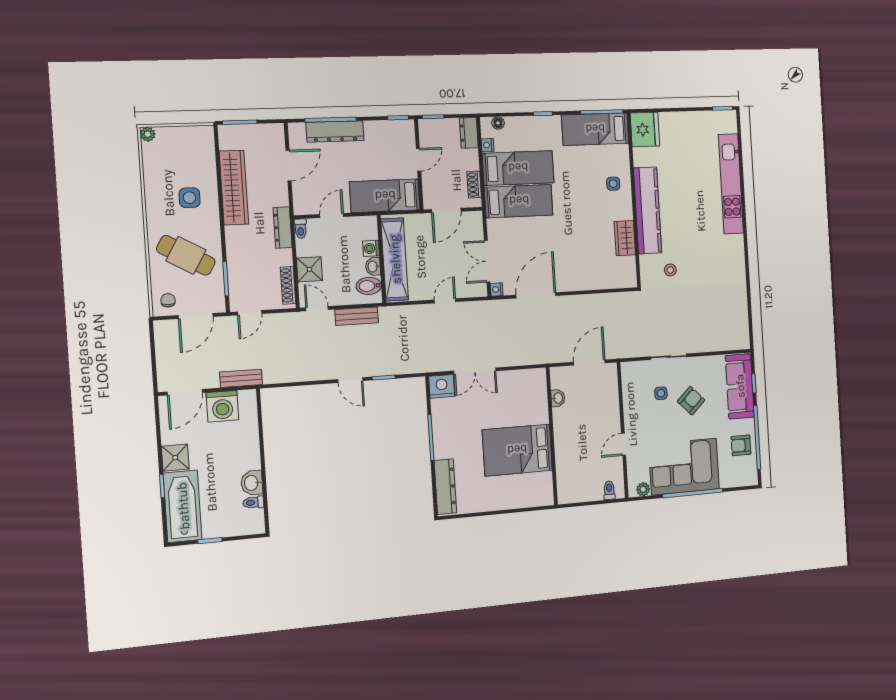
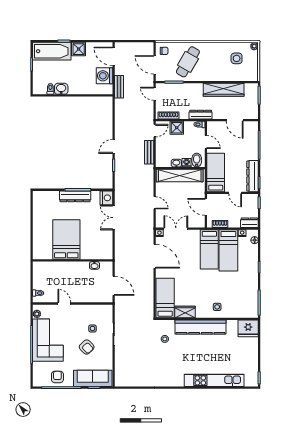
bed: (595, 129) -> (165, 298), moved
dresser: (335, 131) -> (253, 176), moved
side table: (190, 198) -> (237, 58), moved
bidet: (369, 286) -> (197, 160), moved
dresser: (445, 487) -> (75, 196), moved

